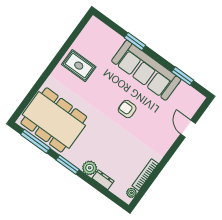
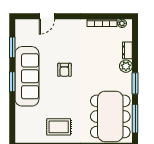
window: (135, 41) -> (12, 82), moved
rug: (79, 66) -> (59, 127), turned 90

